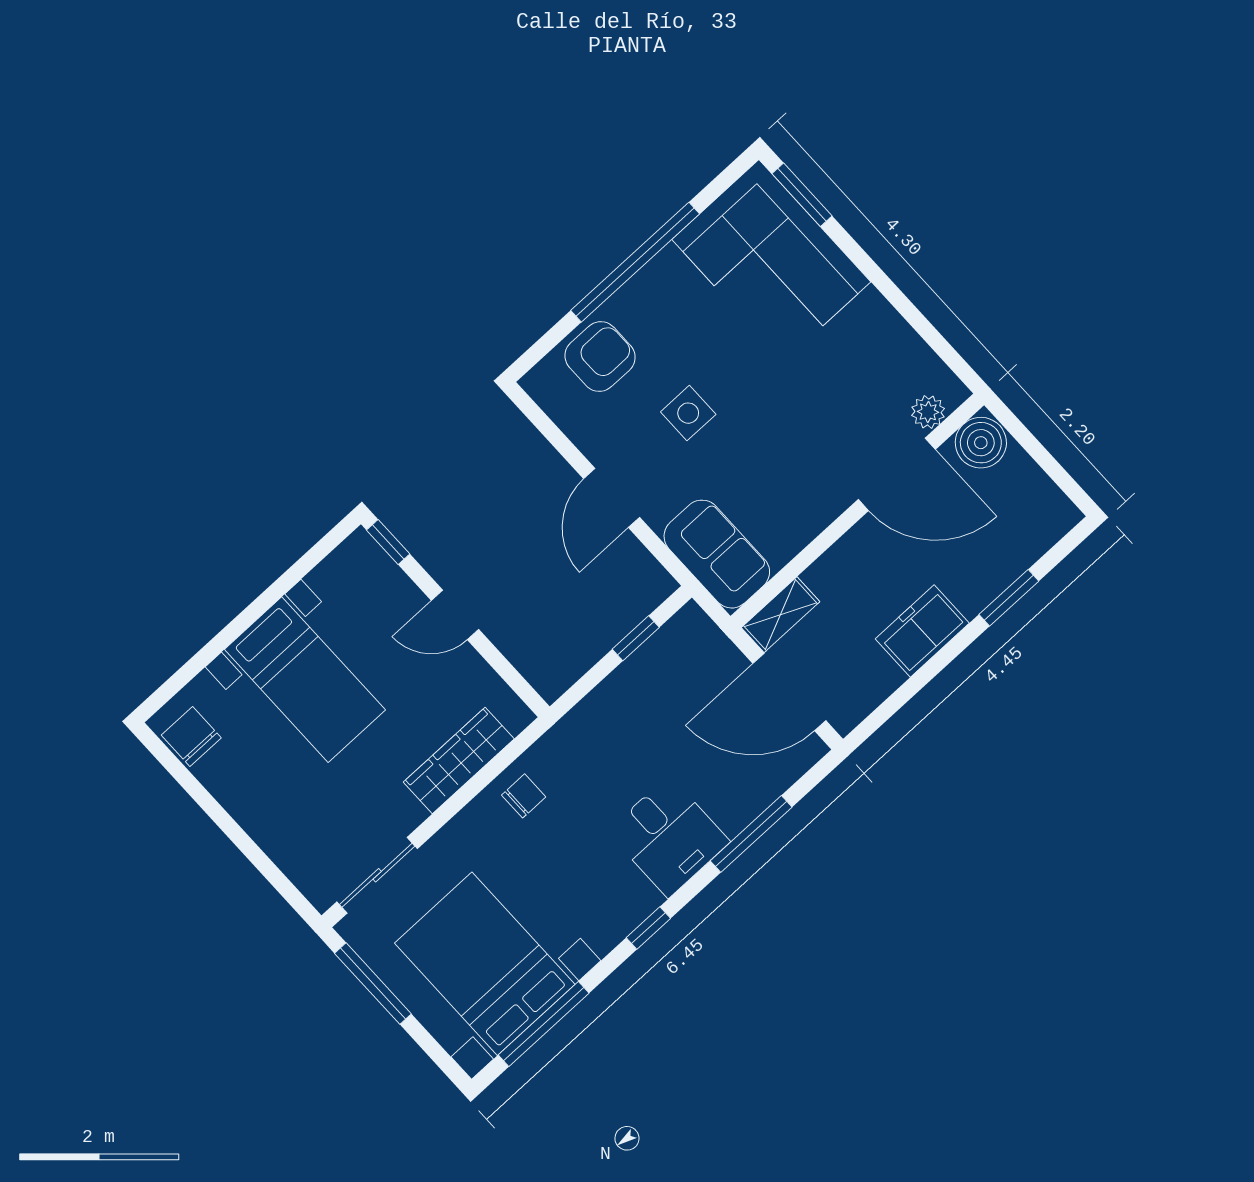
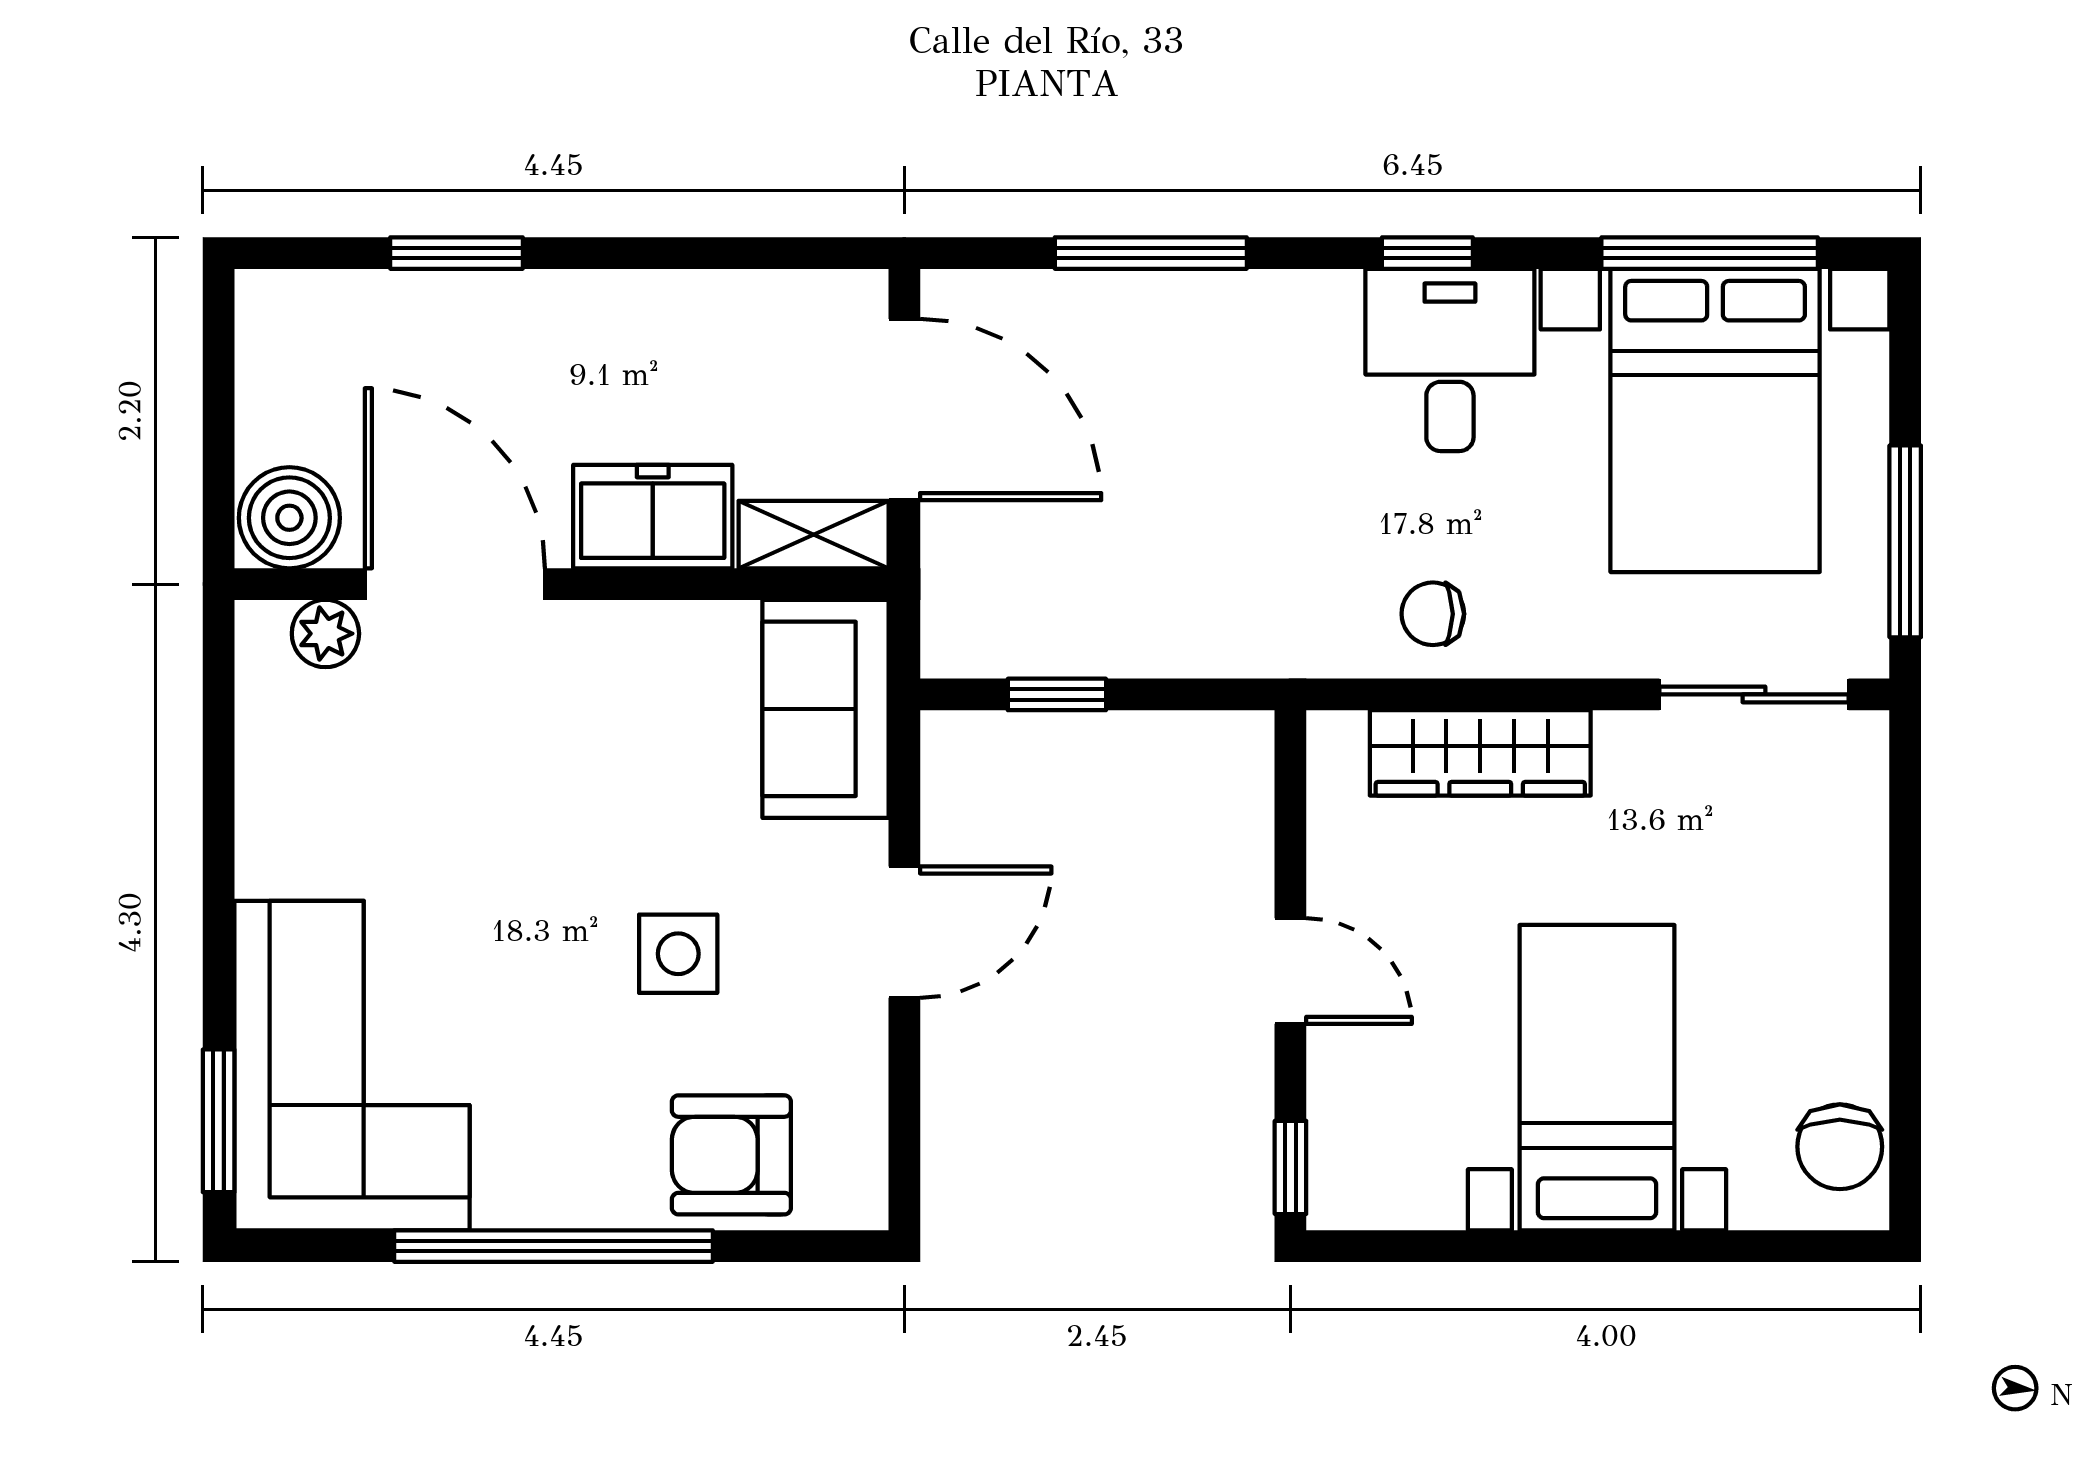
freezer: (922, 631) -> (653, 517), moved, turned 180
desk: (668, 837) -> (1450, 360), moved

